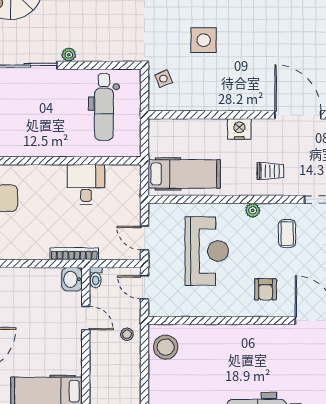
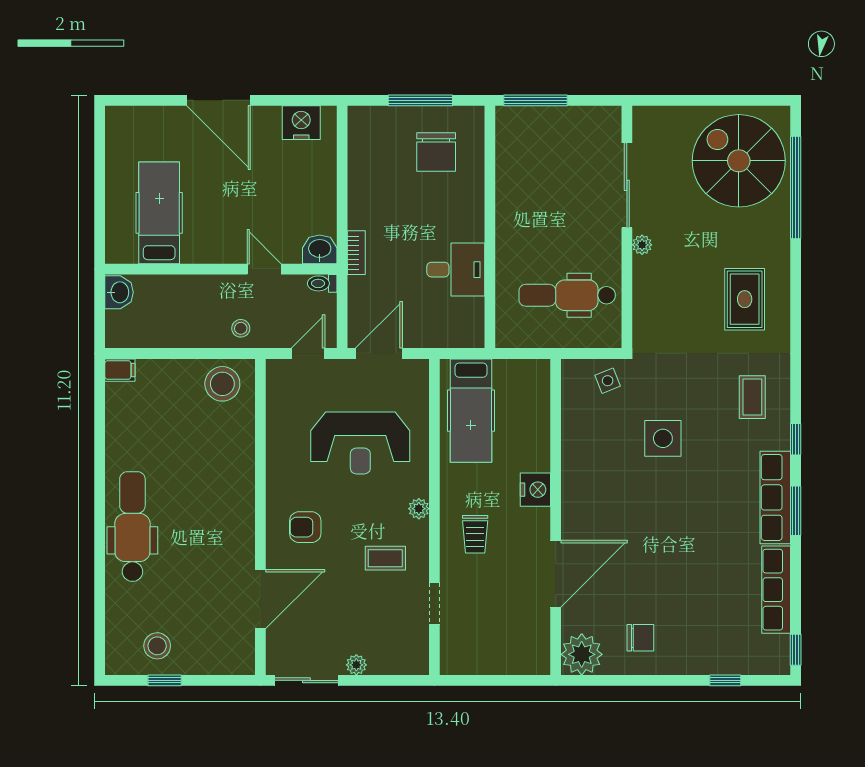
door: (144, 238) -> (379, 353), width x1.38
bookcase: (74, 254) -> (356, 253), width x0.64
door: (86, 318) -> (264, 269), swing flipped

